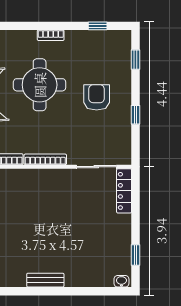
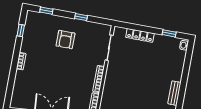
round table: (40, 85) -> (51, 74), removed
armchair: (97, 97) -> (65, 40), turned -90
locker: (124, 191) -> (140, 35), moved

